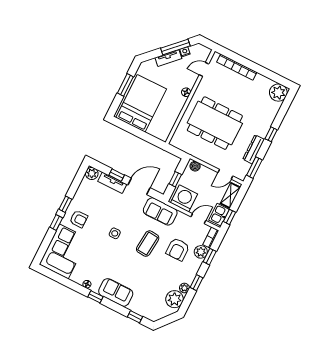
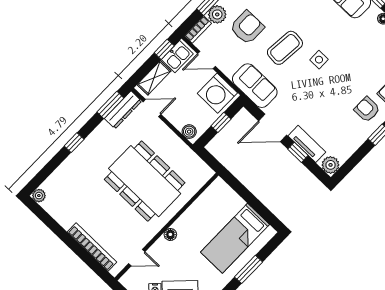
plant: (278, 93) -> (39, 196), width x0.53, depth x0.53
bed: (141, 103) -> (235, 238), width x0.67
dresser: (254, 149) -> (123, 110), moved
side table: (115, 233) -> (319, 60), moved

